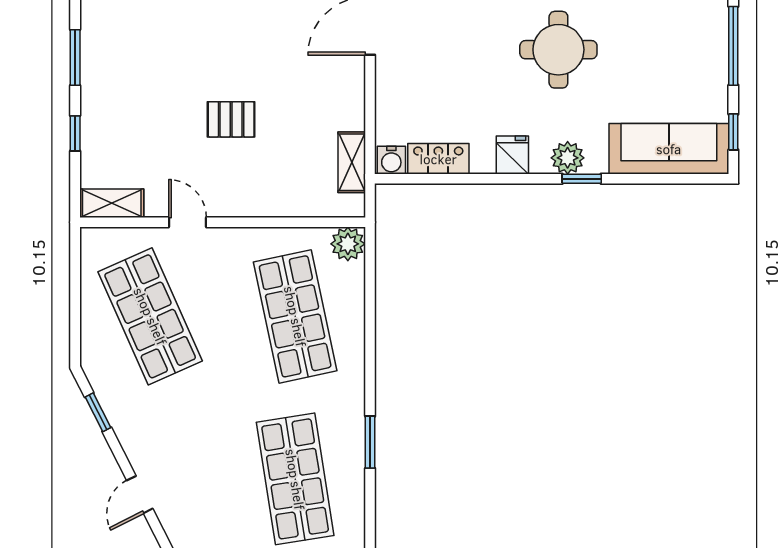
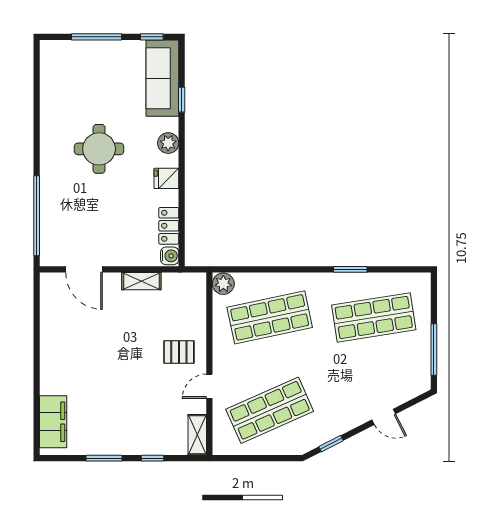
pallet: (231, 119) -> (179, 352), moved, turned 90
shelving: (352, 162) -> (141, 281), moved
window: (582, 179) -> (182, 100), moved

